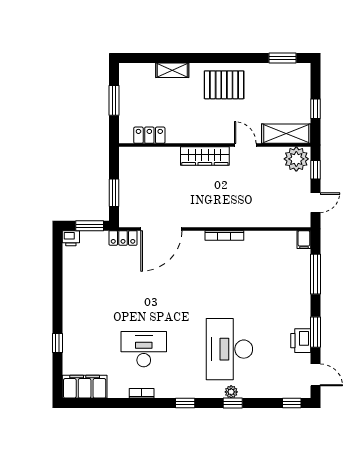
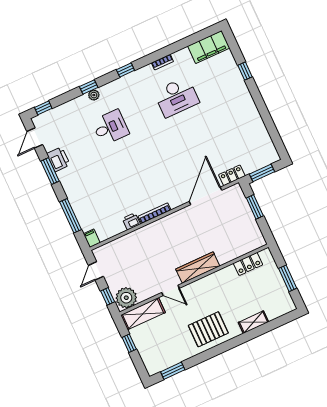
printer: (71, 238) -> (131, 221), moved
desk: (229, 349) -> (110, 127), width x0.53, depth x0.77
door: (316, 375) -> (35, 138), hinge flipped

